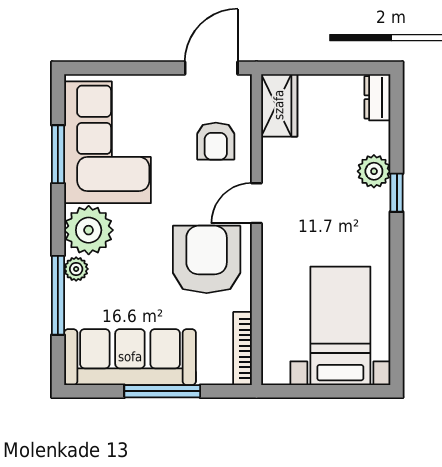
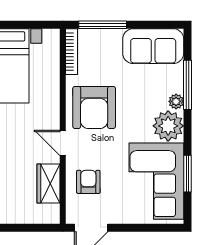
wardrobe: (279, 105) -> (48, 184), moved
door: (257, 203) -> (63, 143), swing flipped
sofa: (130, 357) -> (153, 46), width x0.73
window: (162, 391) -> (103, 25), moved

